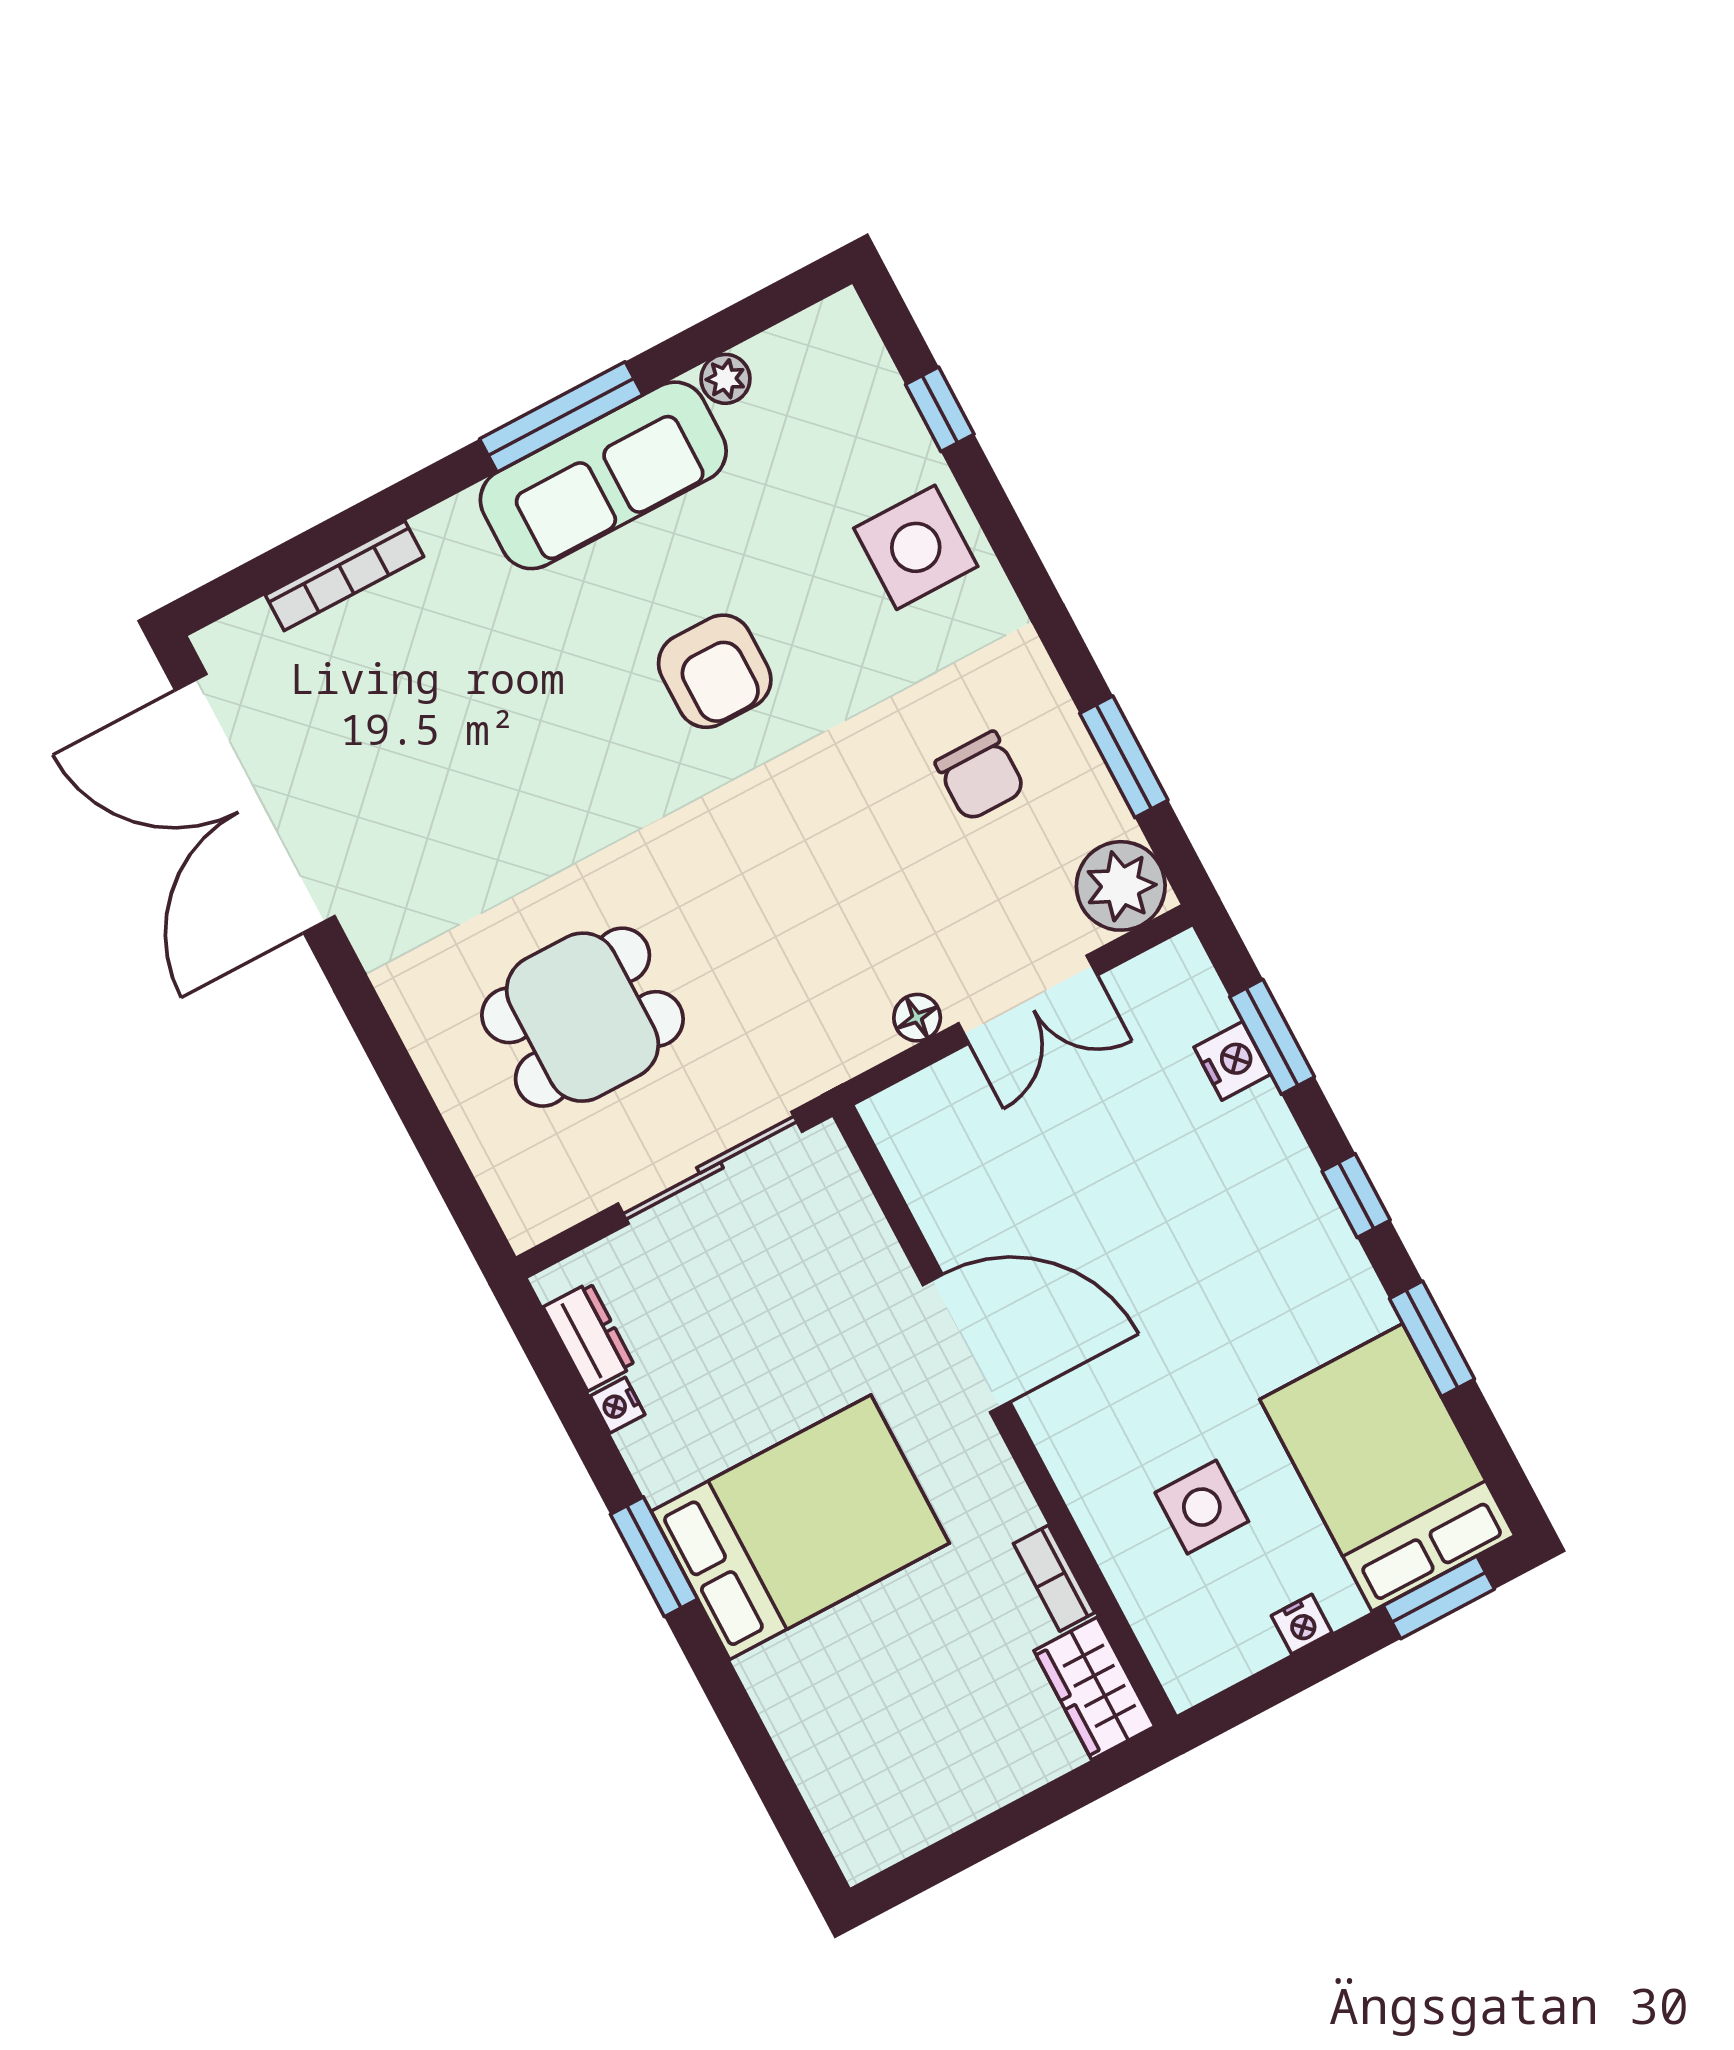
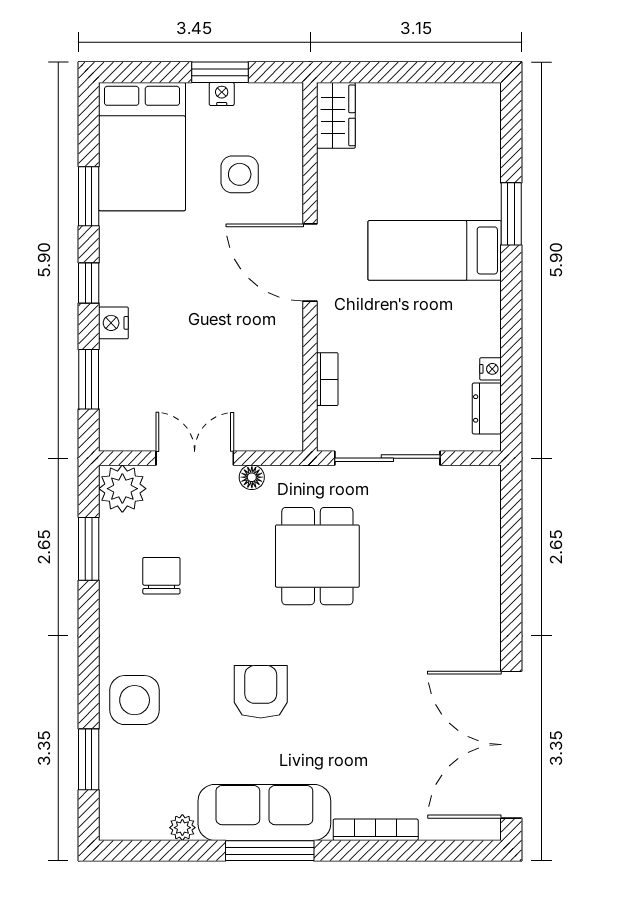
window: (940, 409) -> (89, 759), width x1.50
bookcase: (344, 576) -> (376, 830), moved
double door: (255, 803) -> (511, 745), swing flipped
dining table: (583, 1017) -> (317, 556), moved, turned 90
nightstand: (1232, 1061) -> (113, 323), moved
door: (966, 1343) -> (310, 262), moved
bed: (800, 1527) -> (435, 250), width x0.67
window: (654, 1557) -> (511, 214), moved
bookcase: (1054, 1578) -> (327, 379), moved
window: (1439, 1597) -> (220, 72), moved

